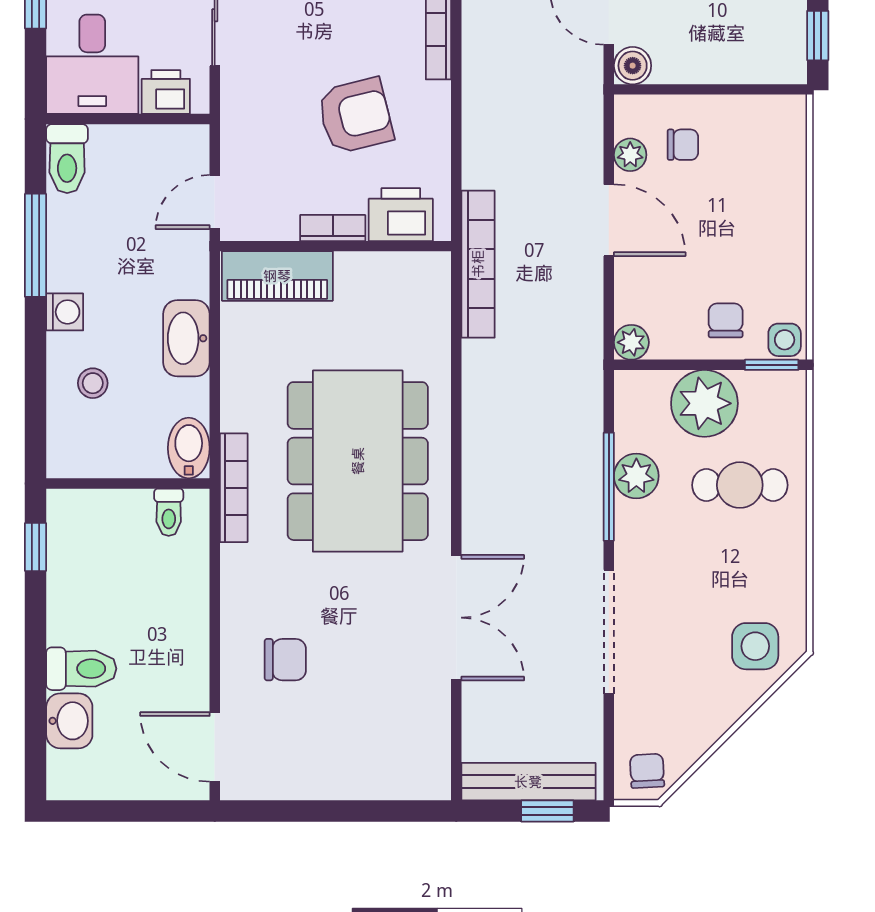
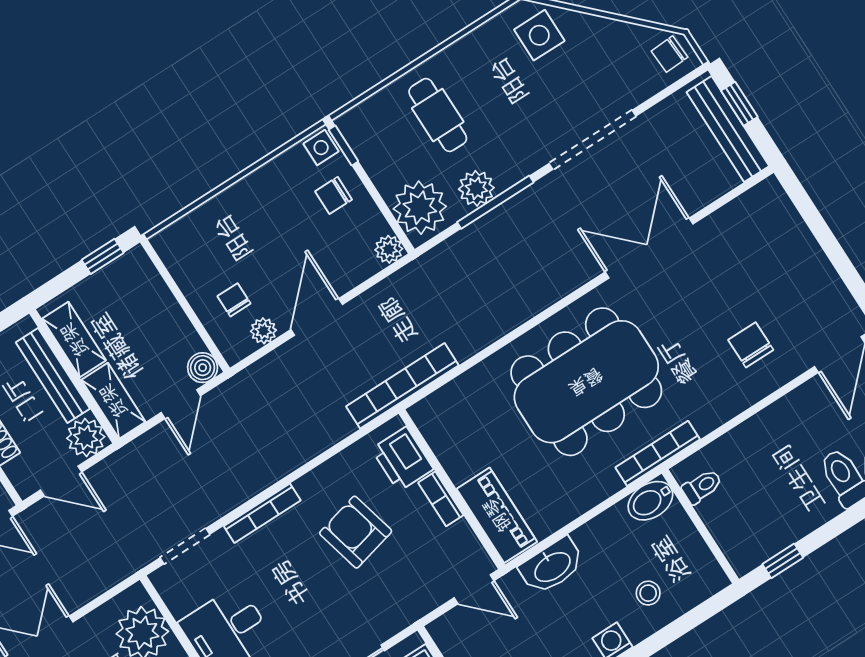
washbasin: (186, 338) -> (552, 566), moved
plant: (704, 403) -> (420, 208), moved

